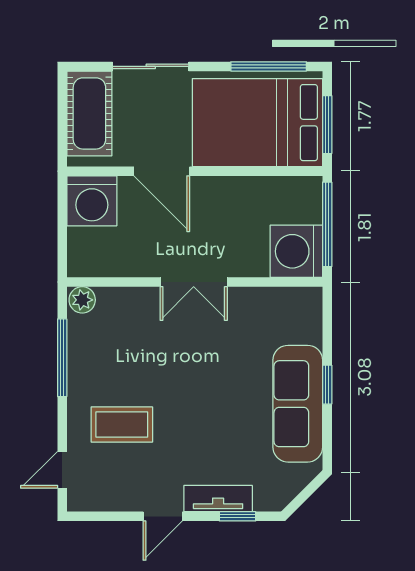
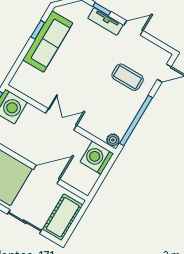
door: (162, 171) -> (47, 174), hinge flipped
washing machine: (92, 201) -> (97, 158), moved, turned -90
window: (62, 358) -> (136, 121), width x1.46
window: (327, 385) -> (38, 30), moved

